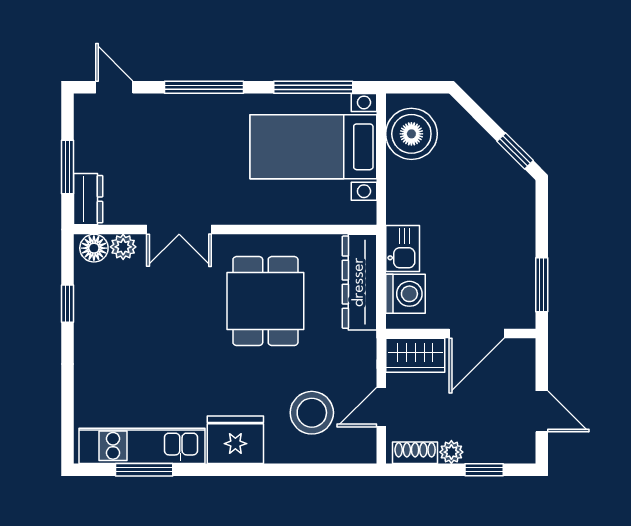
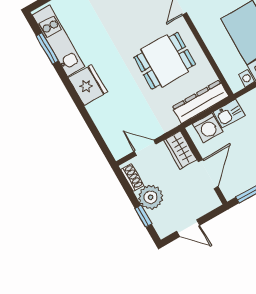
door: (477, 334) -> (208, 174), swing flipped
door: (542, 411) -> (188, 228), hinge flipped
stool: (312, 413) -> (123, 115), removed
plant: (451, 452) -> (151, 197), width x1.88, depth x1.88

